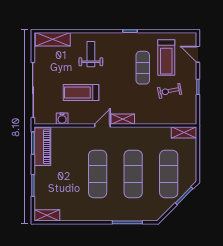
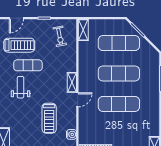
weight bench: (91, 54) -> (21, 87), moved, turned 90
exercise bike: (170, 91) -> (60, 36), moved
door: (102, 126) -> (77, 100), swing flipped

